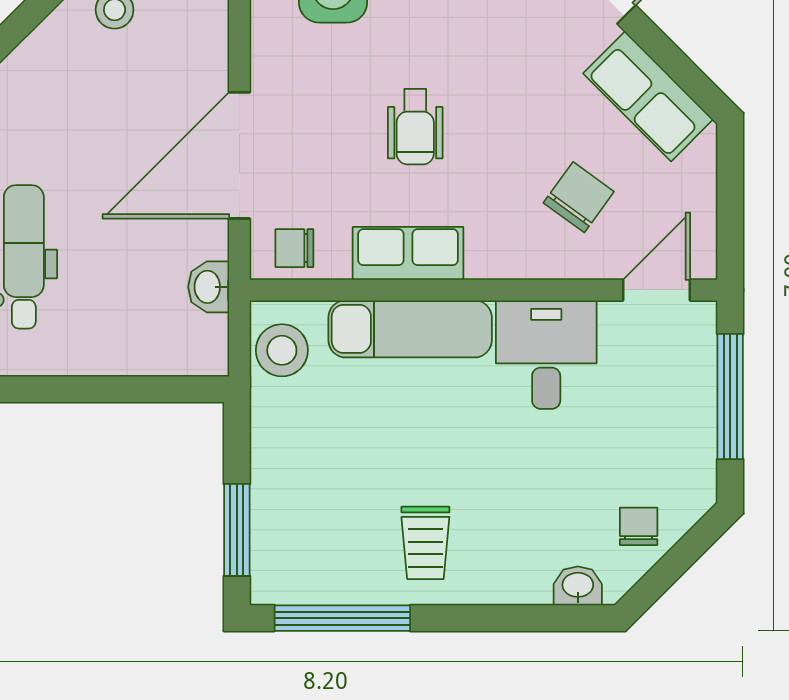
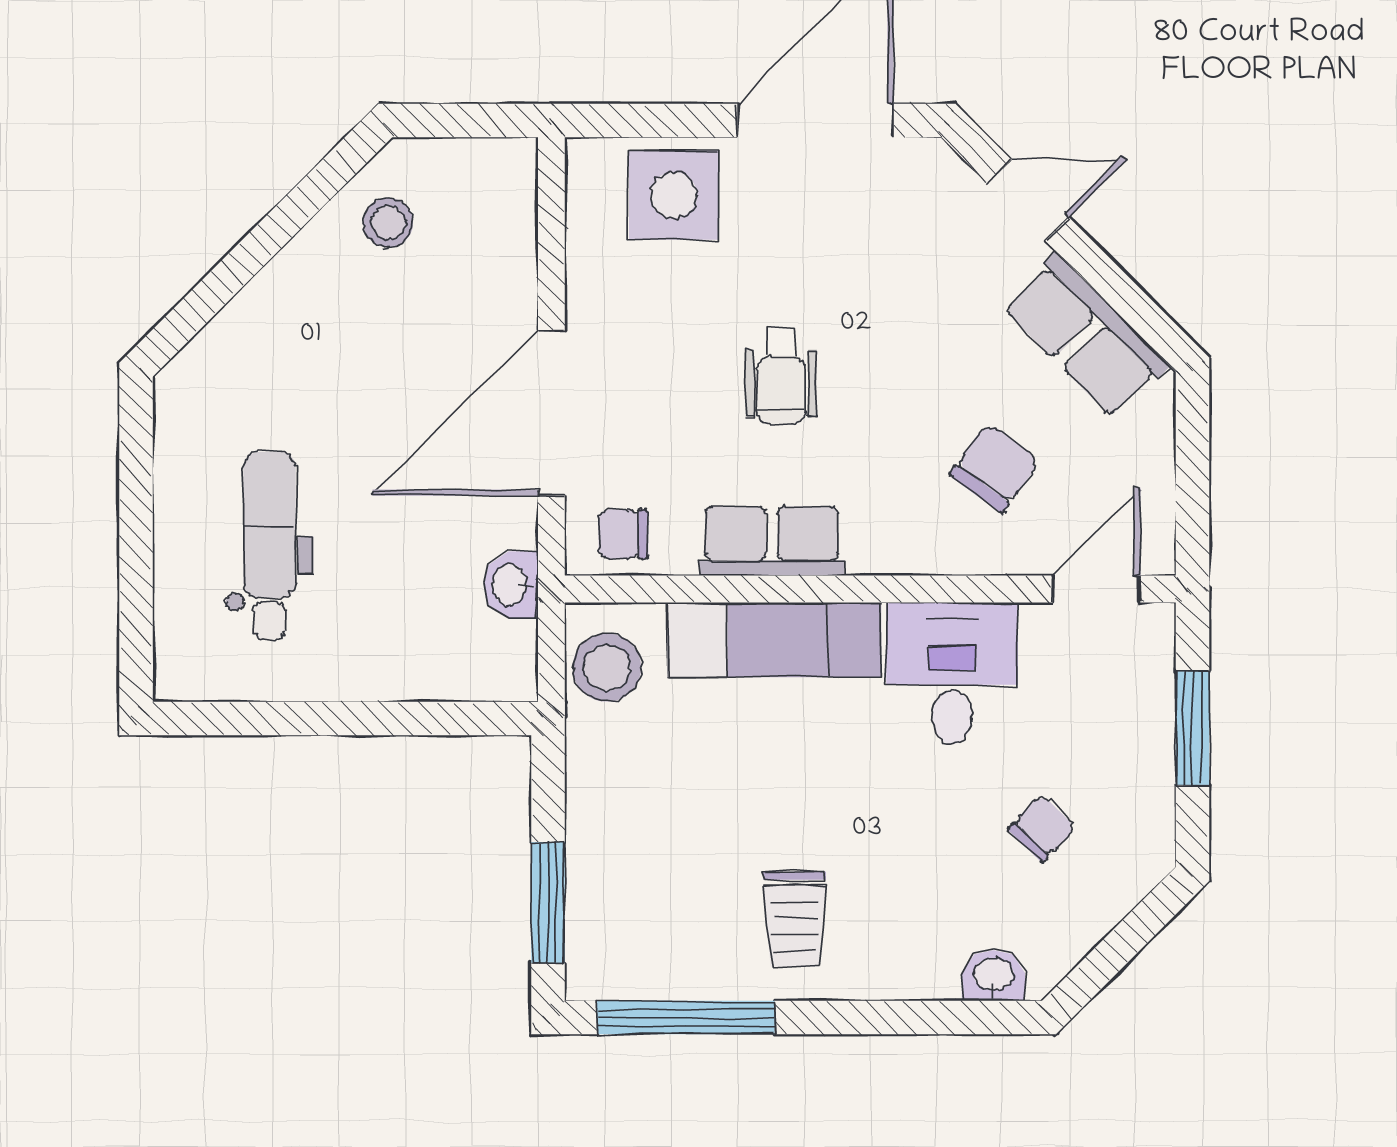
window: (730, 397) -> (1193, 728), width x0.69
chair: (639, 526) -> (1042, 828), moved, turned 44

